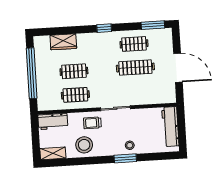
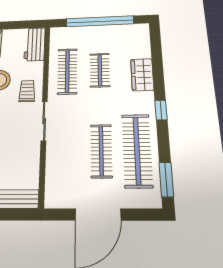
wardrobe: (63, 42) -> (142, 75), moved
clothes rail: (134, 44) -> (137, 150), width x1.86, depth x1.31
clothes rail: (75, 95) -> (67, 71), width x1.36

